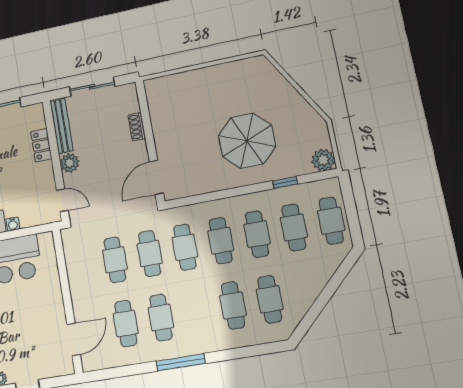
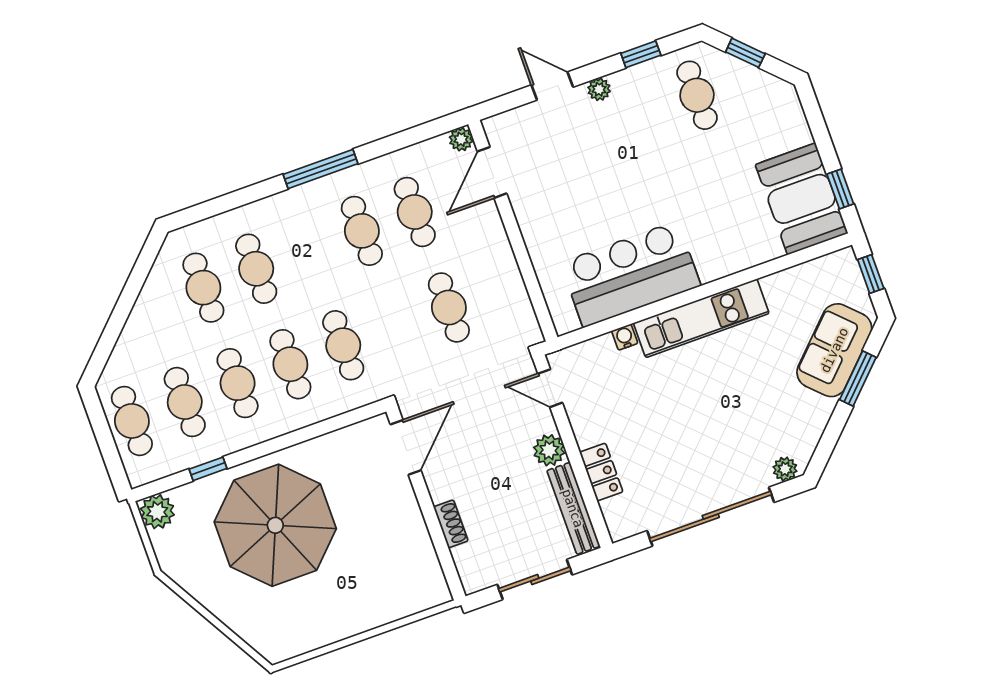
parasol: (247, 141) -> (275, 525), width x1.36, depth x1.36
cafe table: (150, 254) -> (396, 326), removed
plant: (89, 364) -> (461, 139), added

